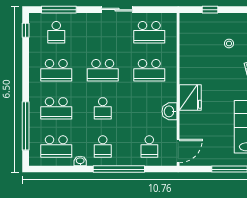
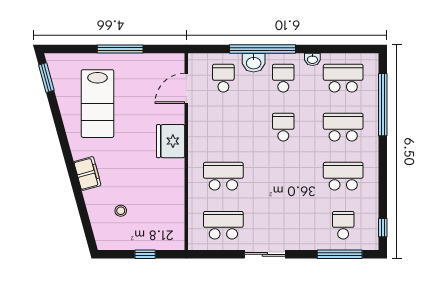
school desk: (103, 70) -> (283, 176), removed
washbasin: (169, 111) -> (254, 63), moved, turned 90
door: (178, 151) -> (186, 88), moved

